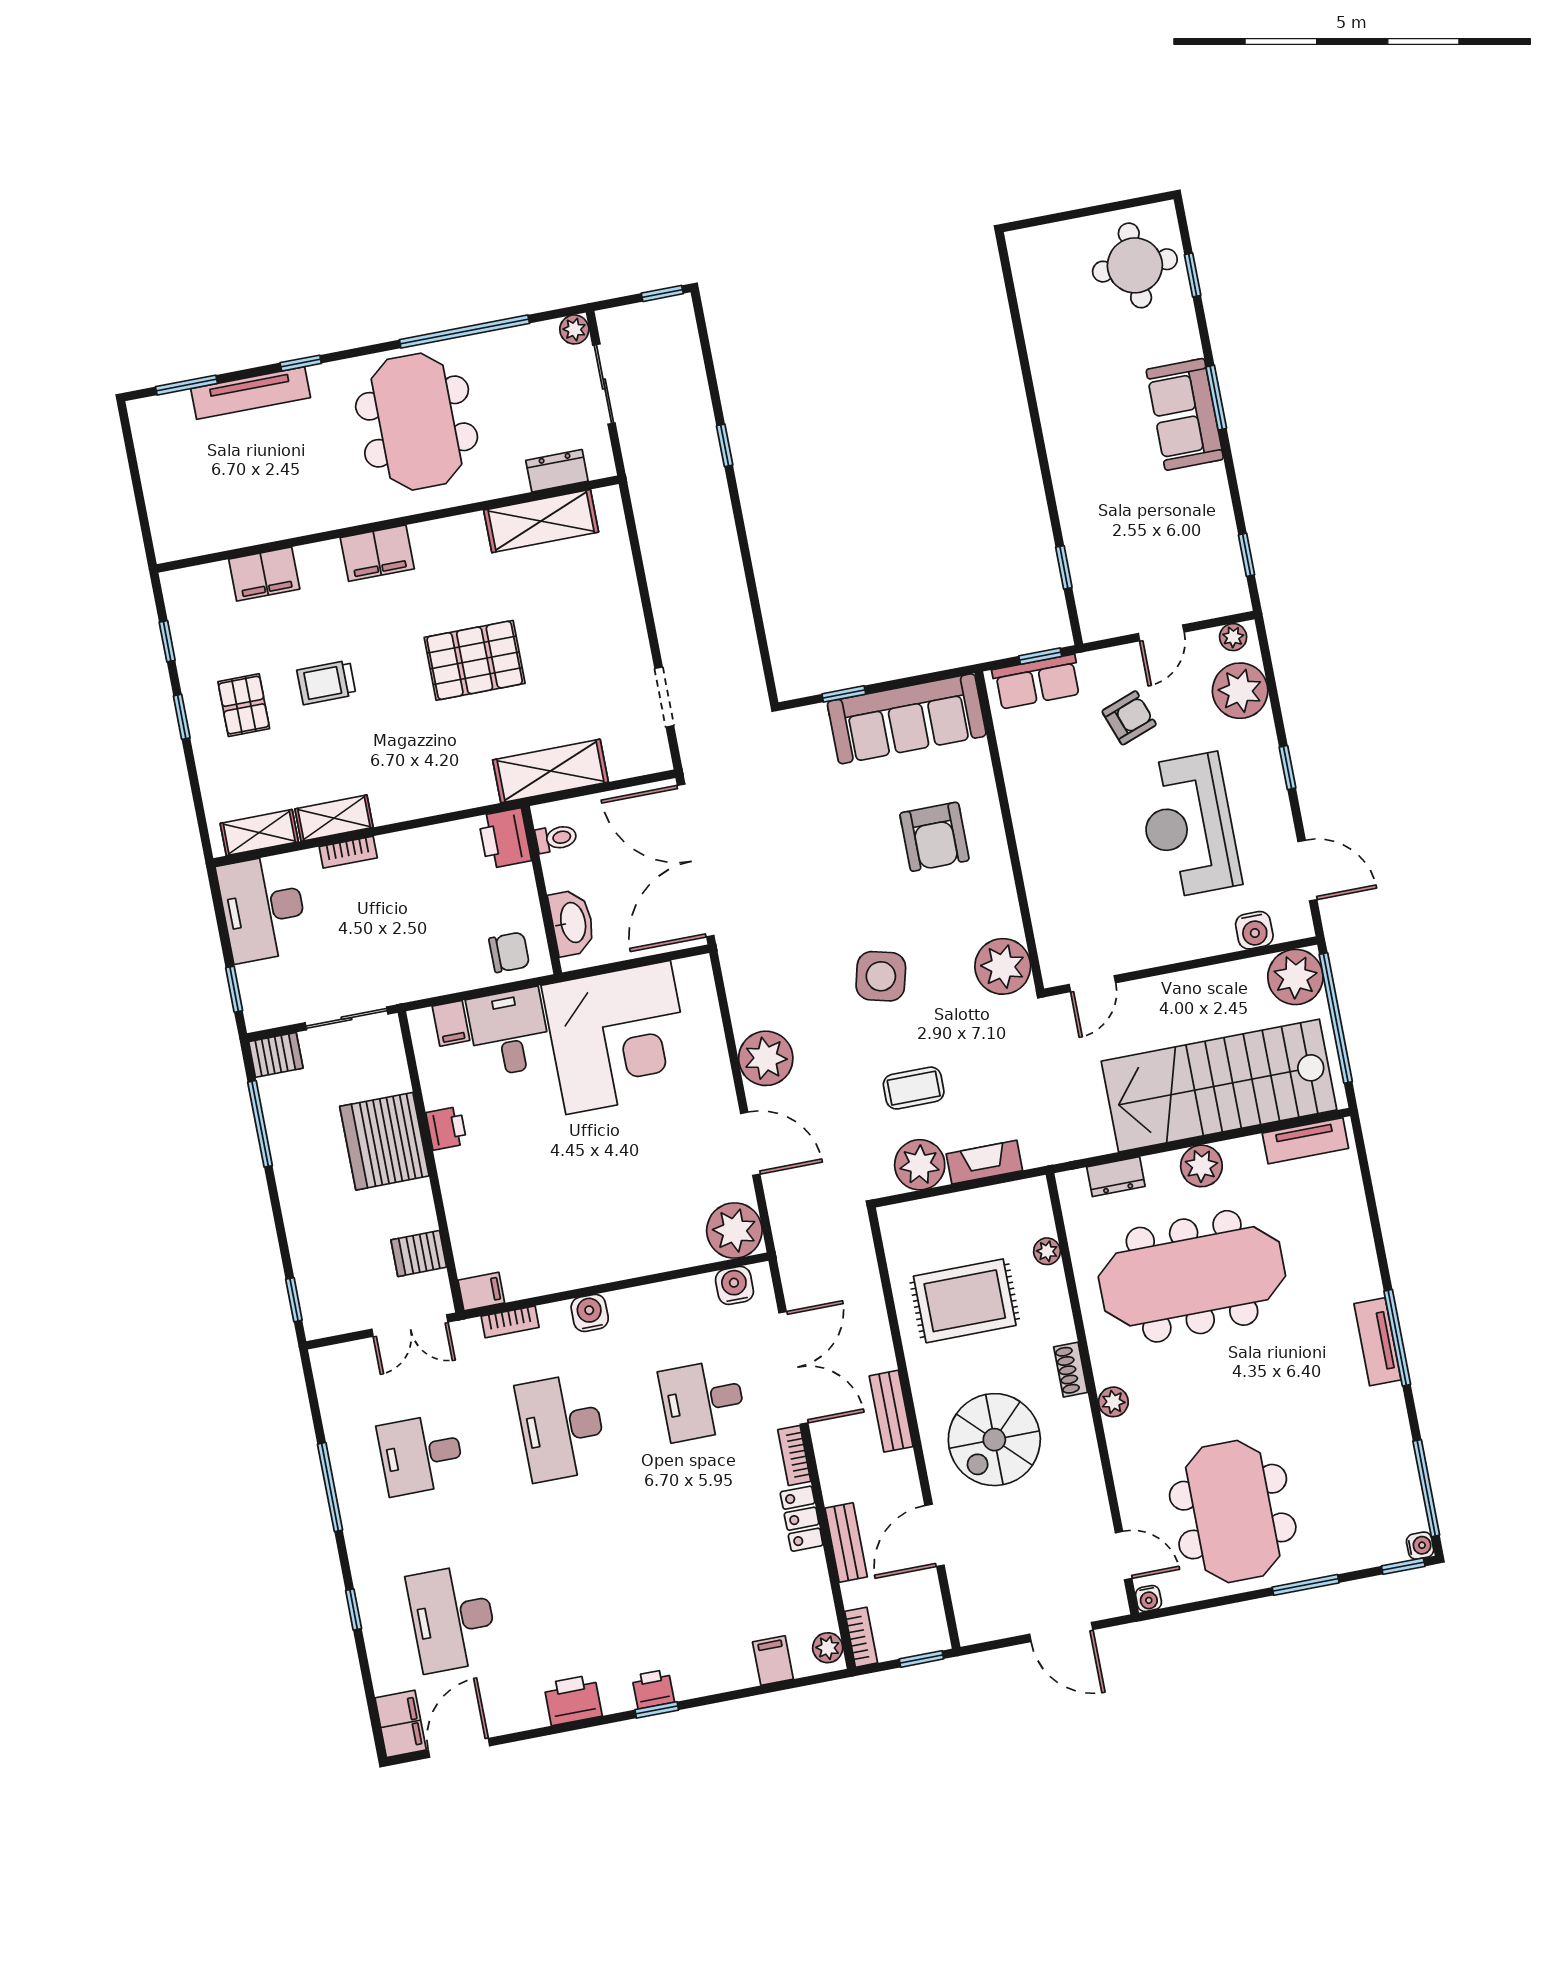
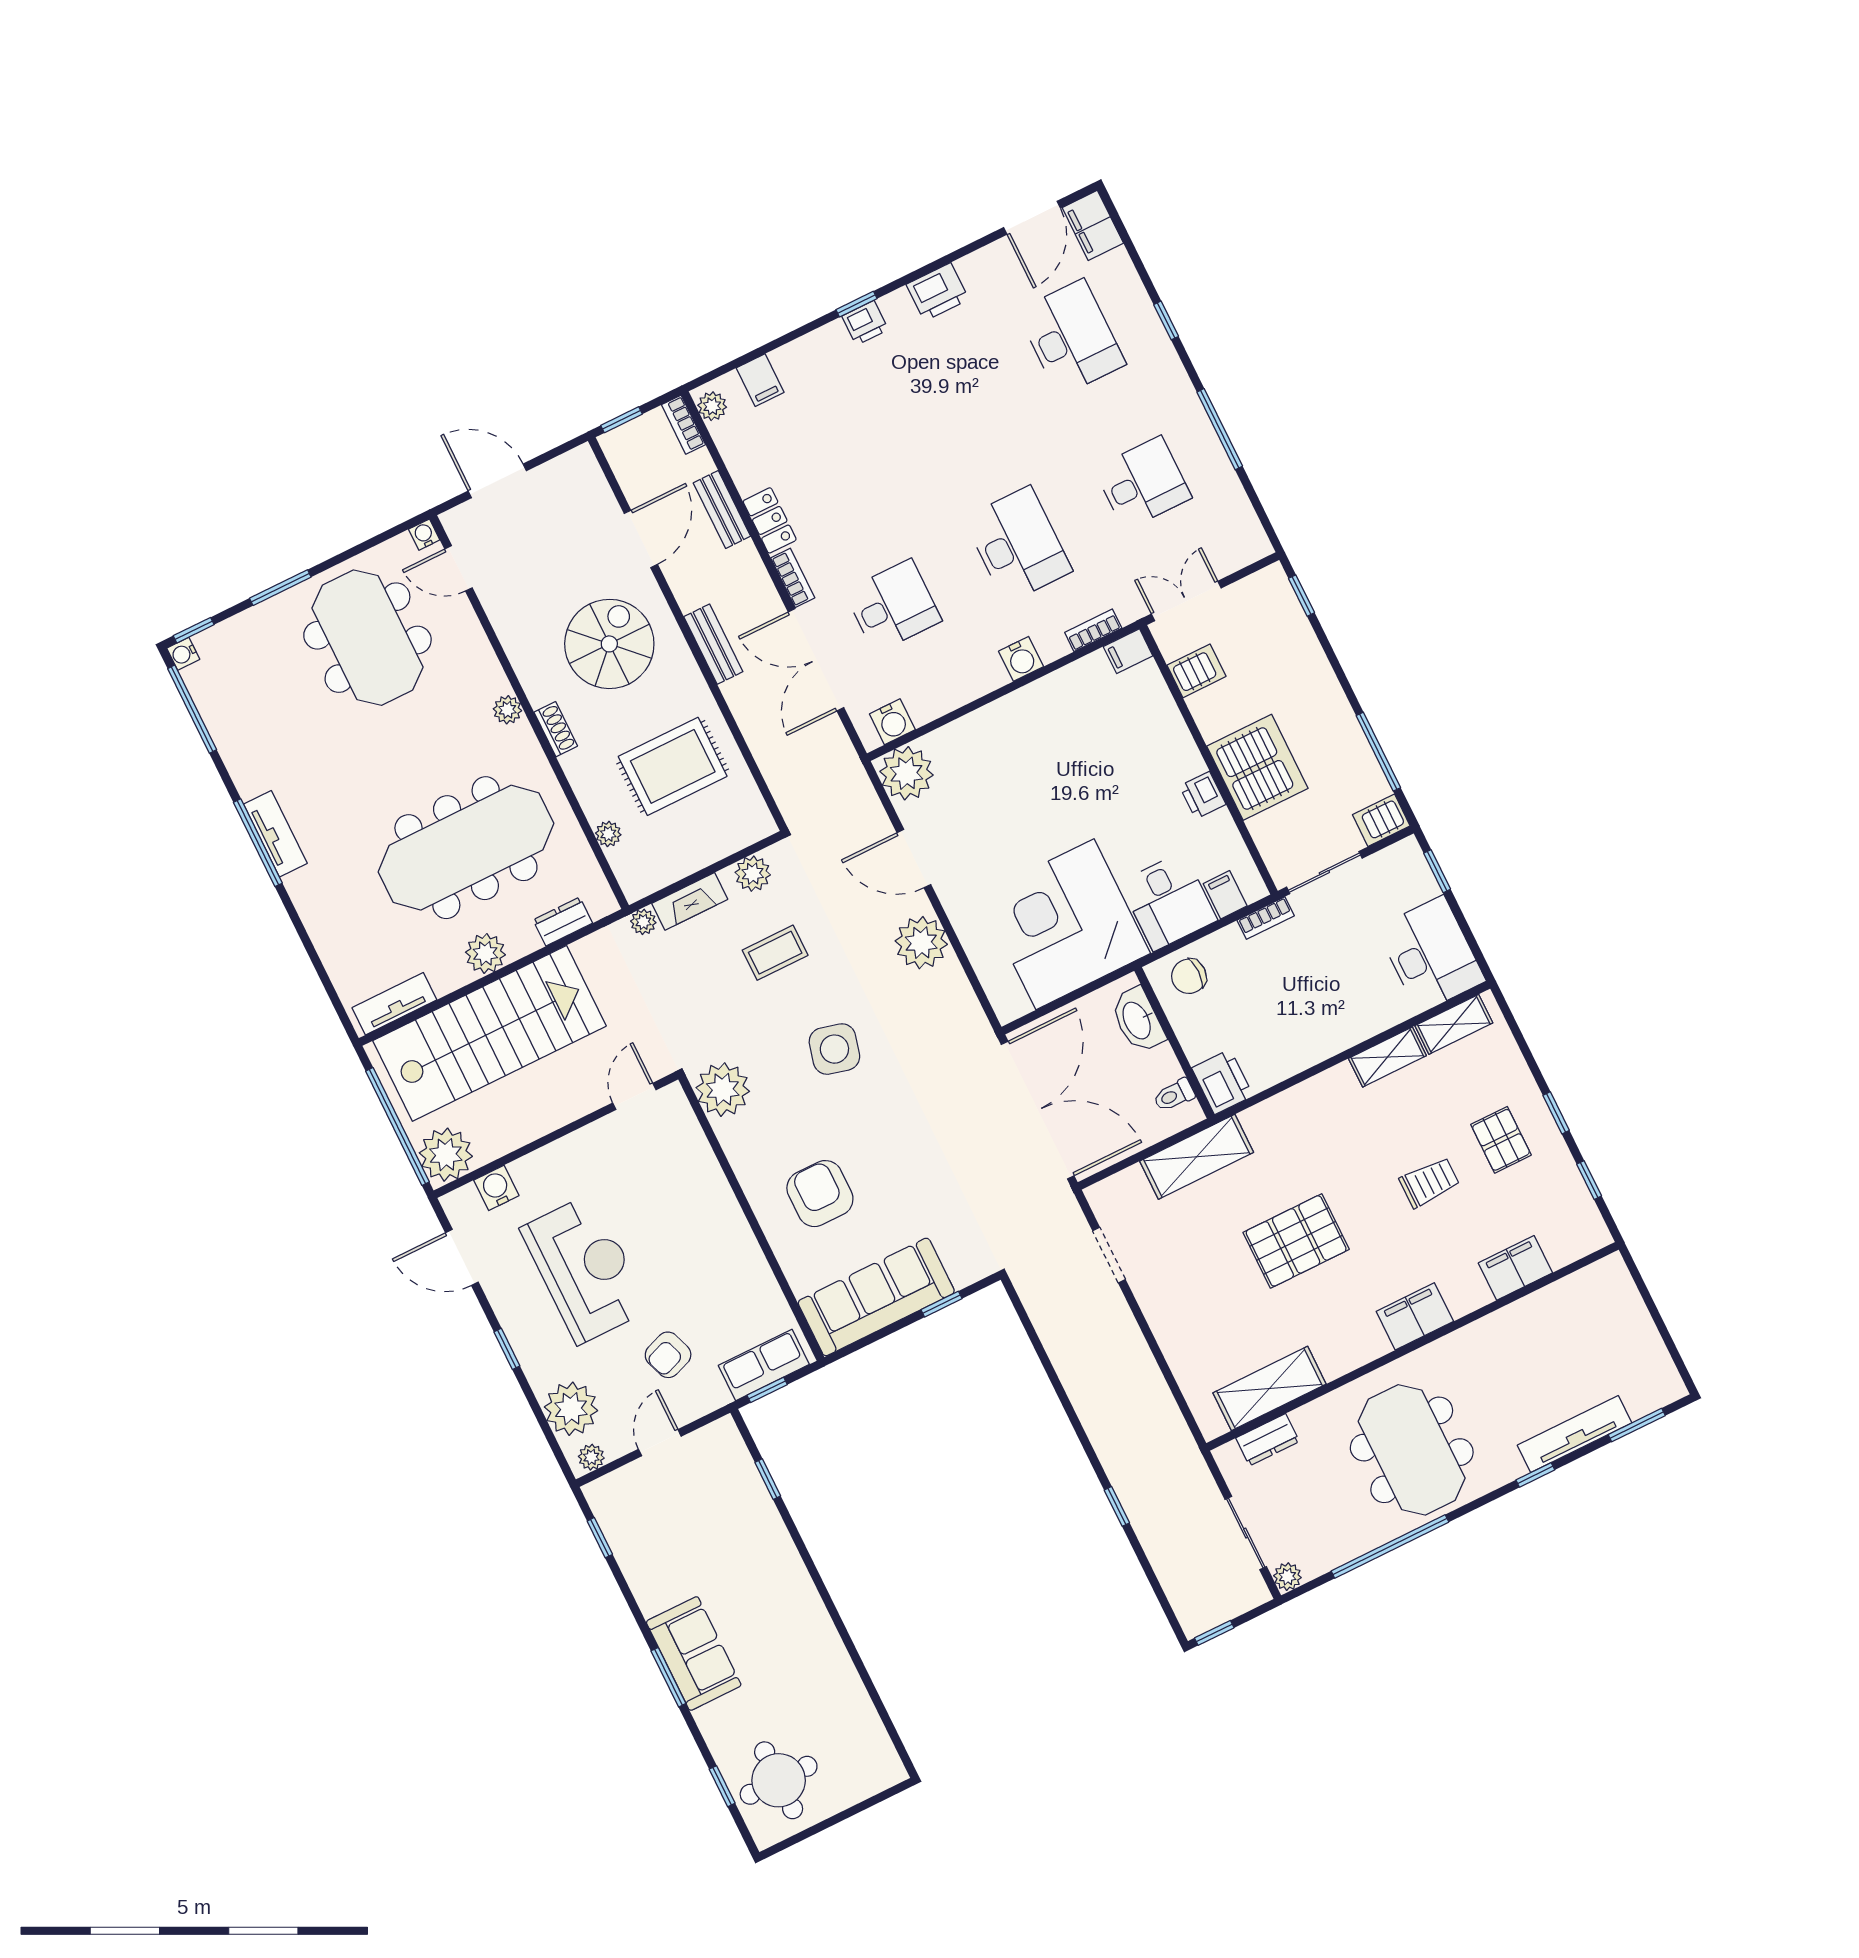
bookcase: (348, 852) -> (1266, 918), moved, turned 180
plant: (1036, 1154) -> (643, 922), added
plant: (920, 1165) -> (753, 874), width x0.73, depth x0.73

